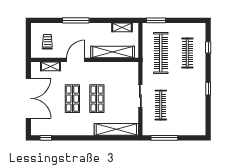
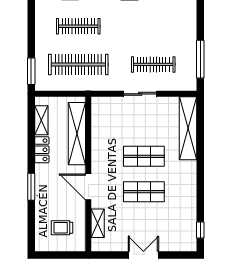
window: (76, 20) -> (31, 187), width x0.69
locker: (101, 28) -> (42, 150), added
double door: (28, 98) -> (143, 255), width x0.54

